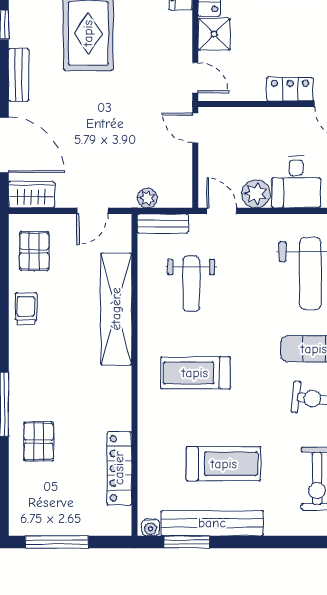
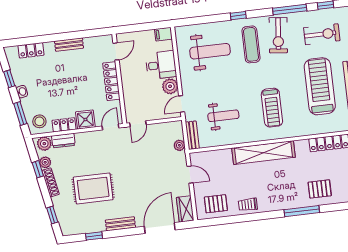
locker: (290, 89) -> (111, 81), width x1.53
shelving: (116, 309) -> (264, 153), moved
treadmill: (224, 464) -> (320, 86), width x1.37, depth x1.38

